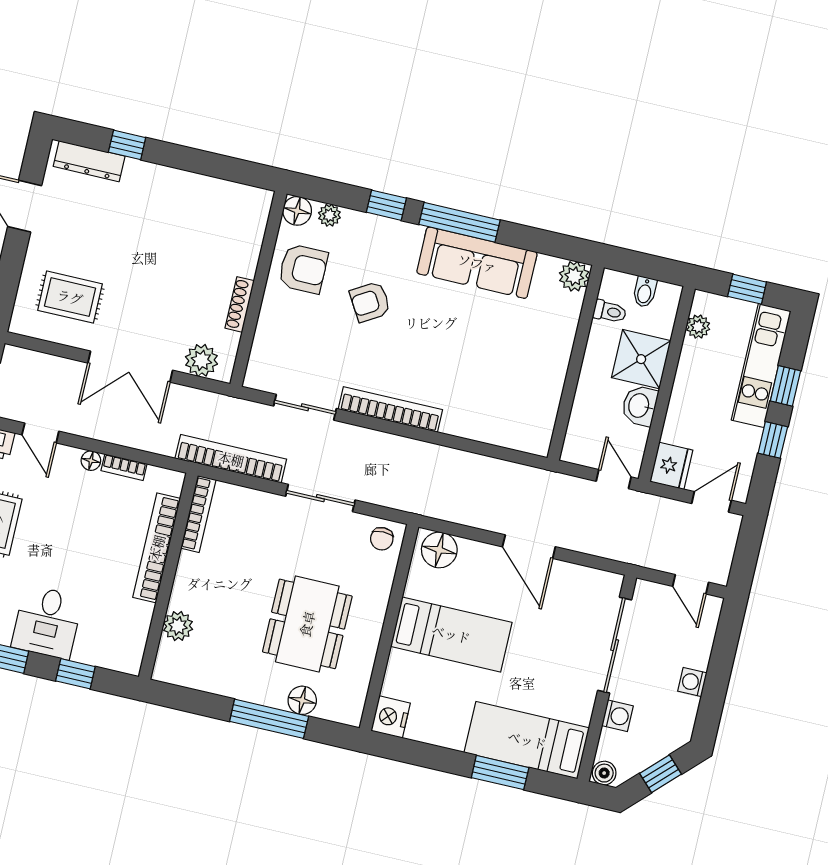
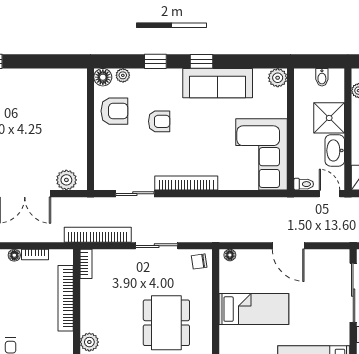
window: (460, 222) -> (202, 61), width x0.46
armchair: (370, 302) -> (159, 121), turned -149
shoe rack: (240, 304) -> (82, 141), removed
toilet: (610, 312) -> (304, 184), moved
corner sofa: (520, 392) -> (261, 154), added
washbasin: (640, 406) -> (335, 150), width x1.38
bookcase: (198, 514) -> (86, 264), width x0.64
chair: (382, 539) -> (199, 261), turned 82
floor lamp: (439, 550) -> (230, 255), width x0.53, depth x0.53

